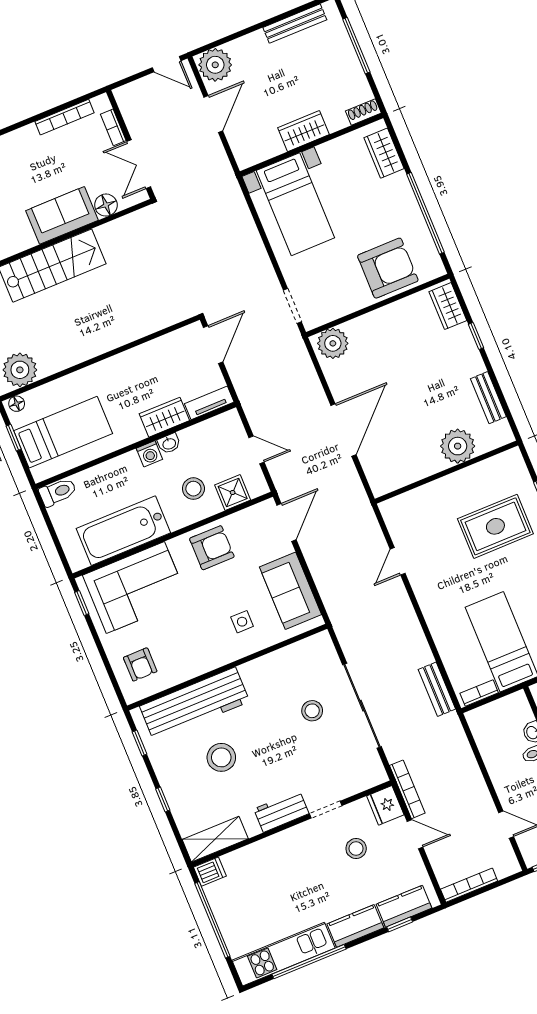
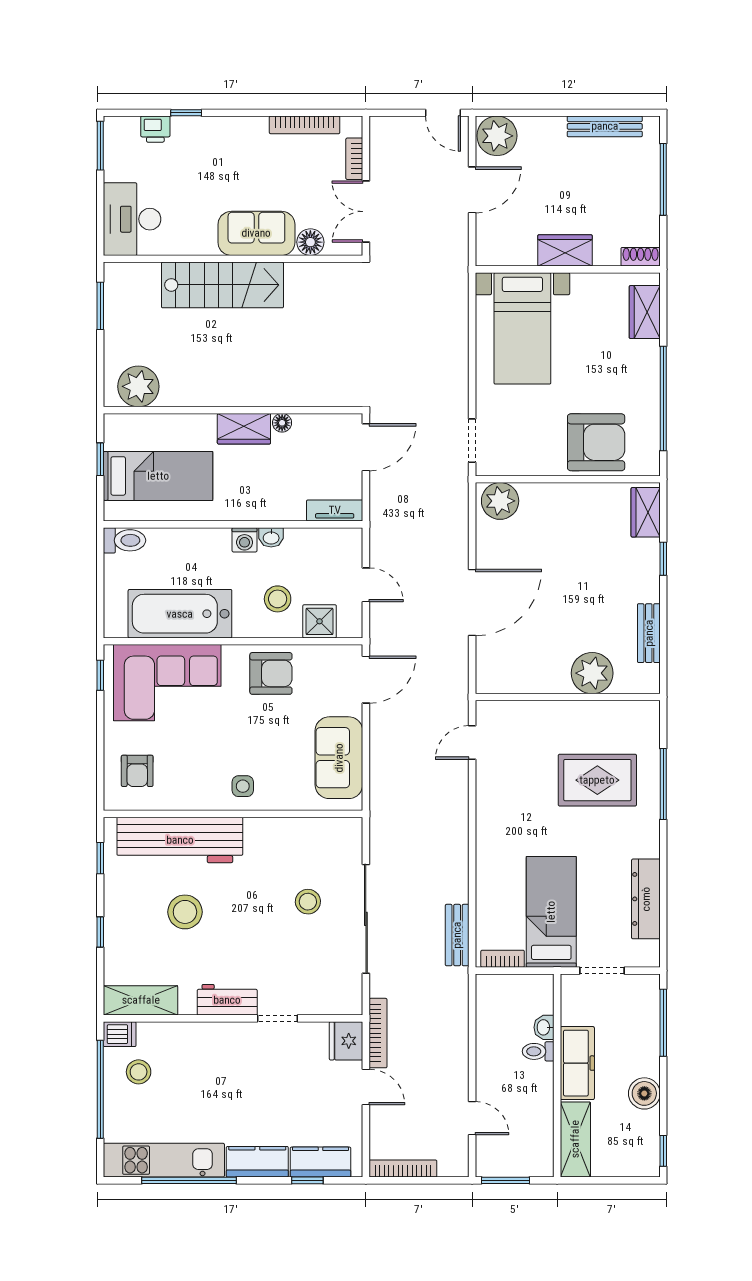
floor lamp: (17, 404) -> (282, 423), moved
wardrobe: (164, 417) -> (244, 429), moved, turned 180
door: (398, 561) -> (472, 743), moved
side table: (242, 622) -> (243, 786), moved
stool: (356, 848) -> (139, 1072), moved

